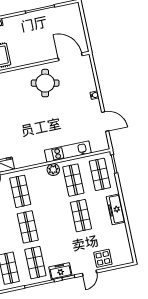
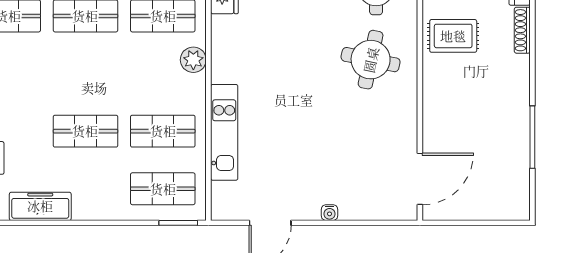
round table: (45, 83) -> (371, 60), moved
plant: (53, 170) -> (193, 60), moved
freezer: (116, 209) -> (40, 206), moved

